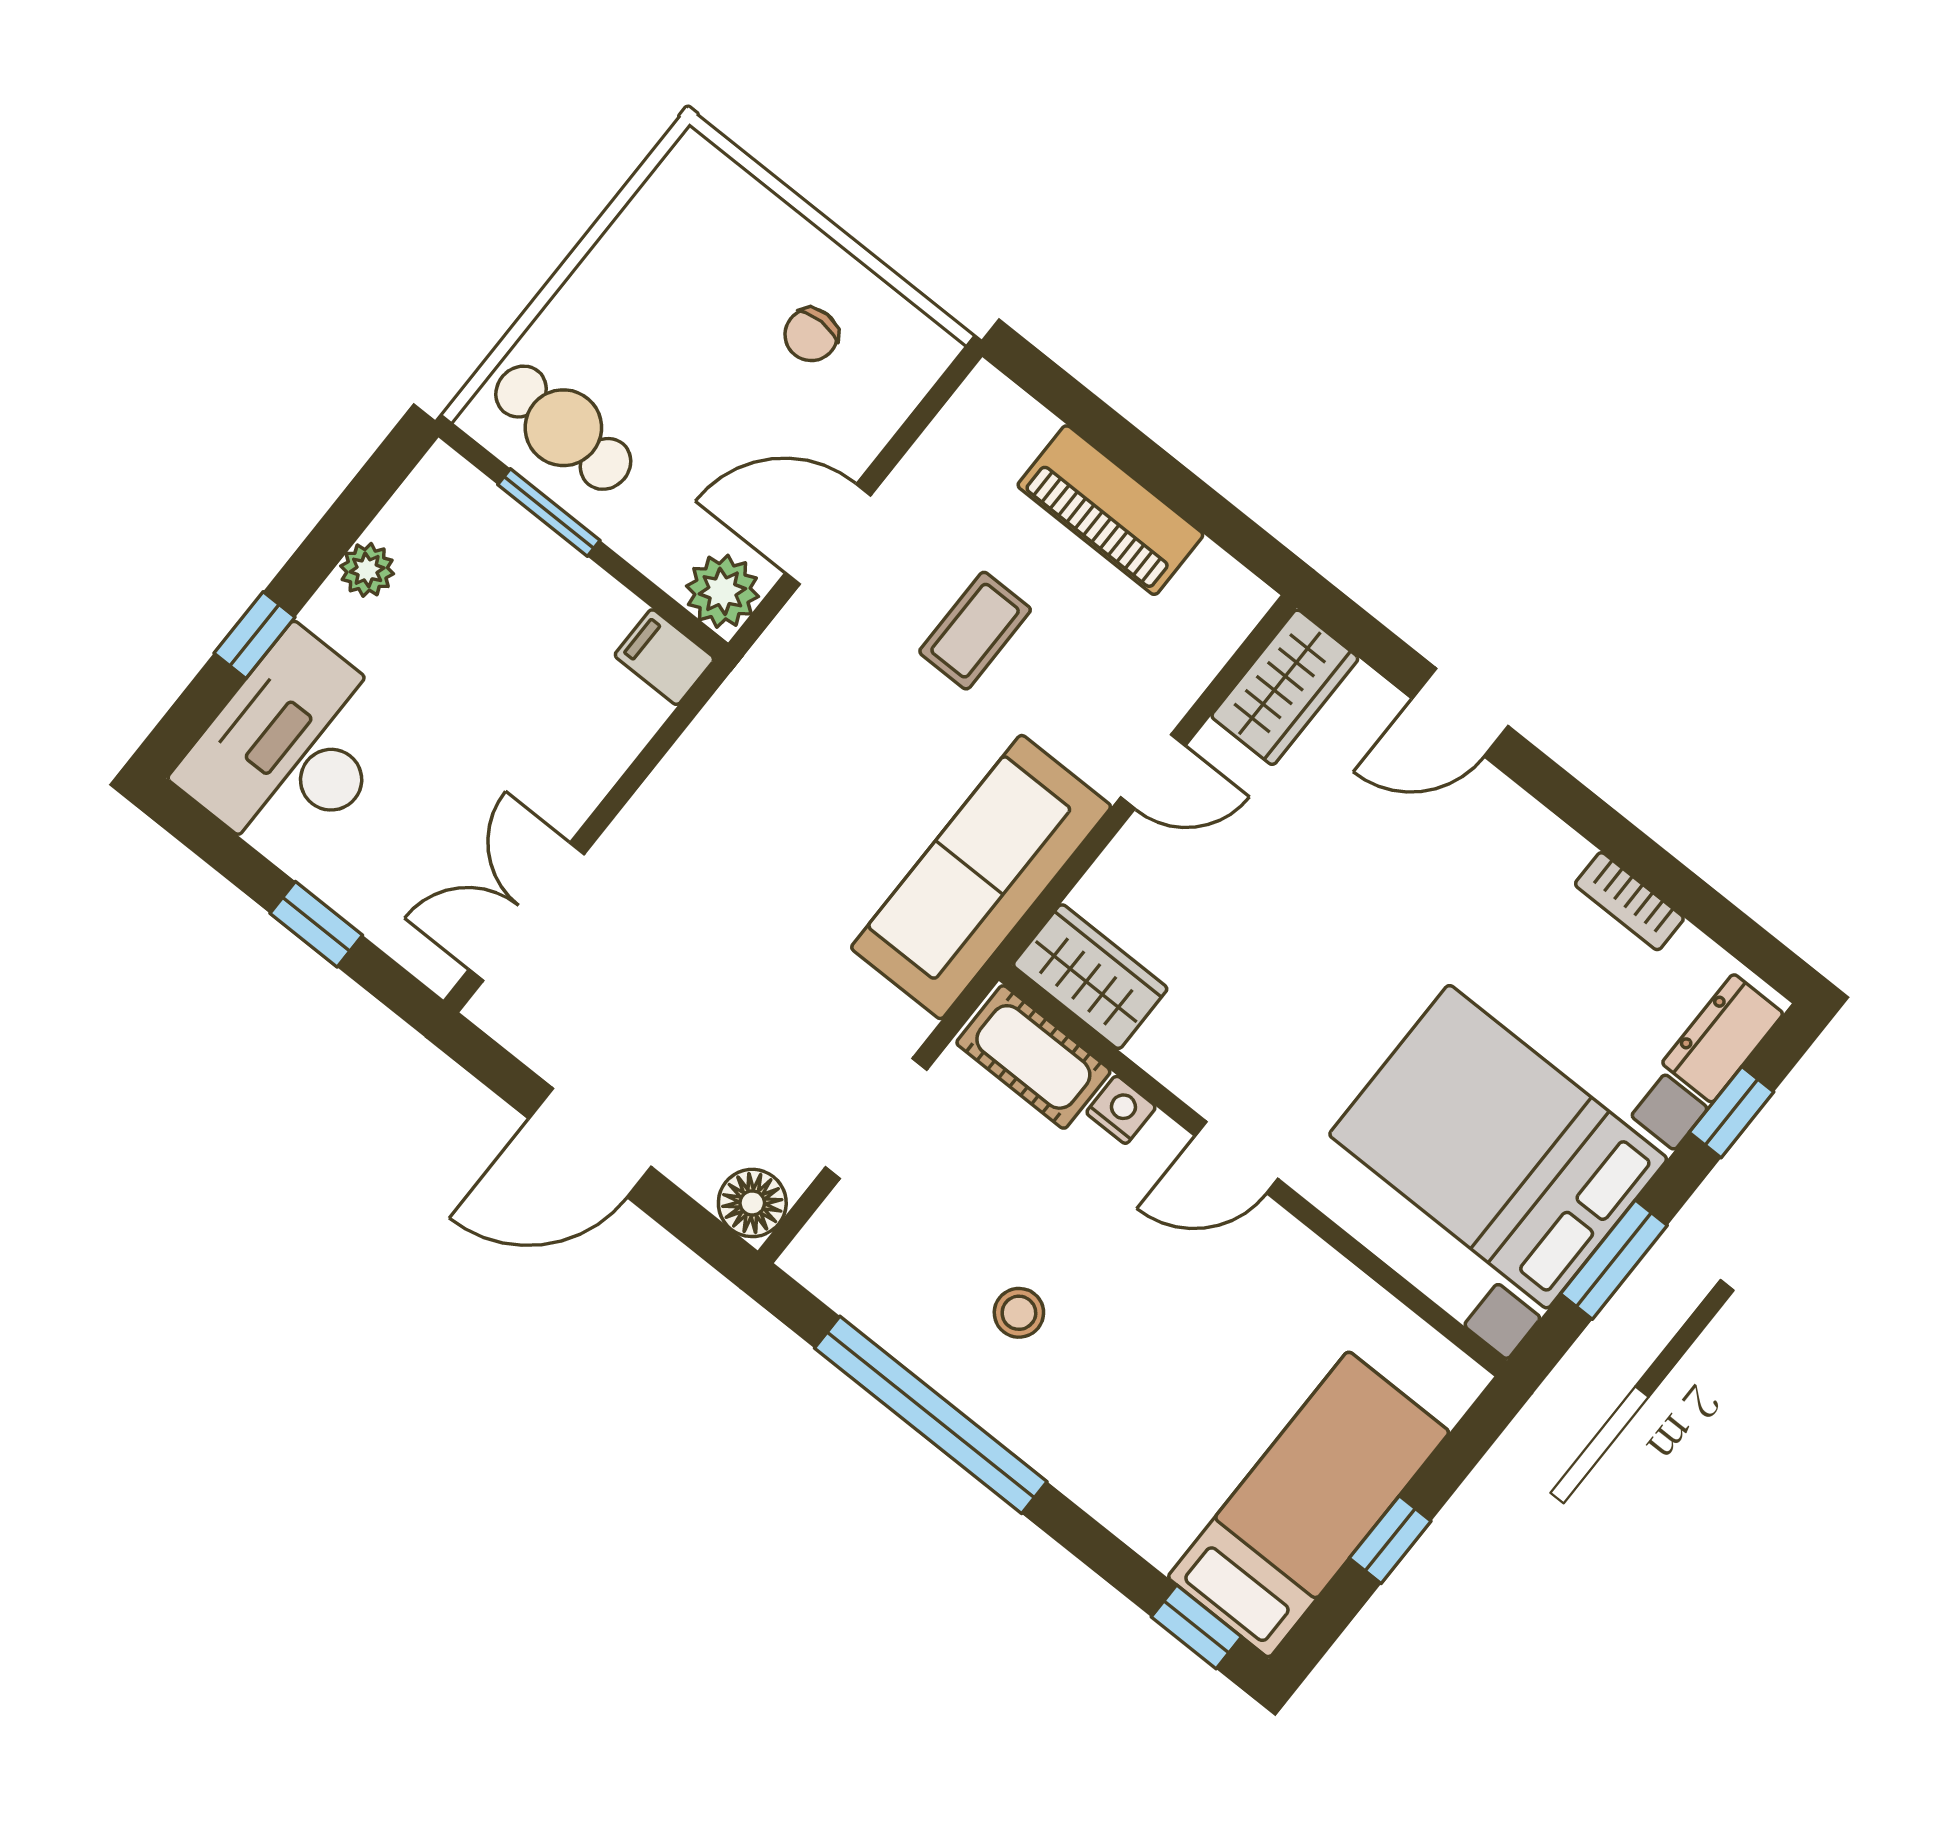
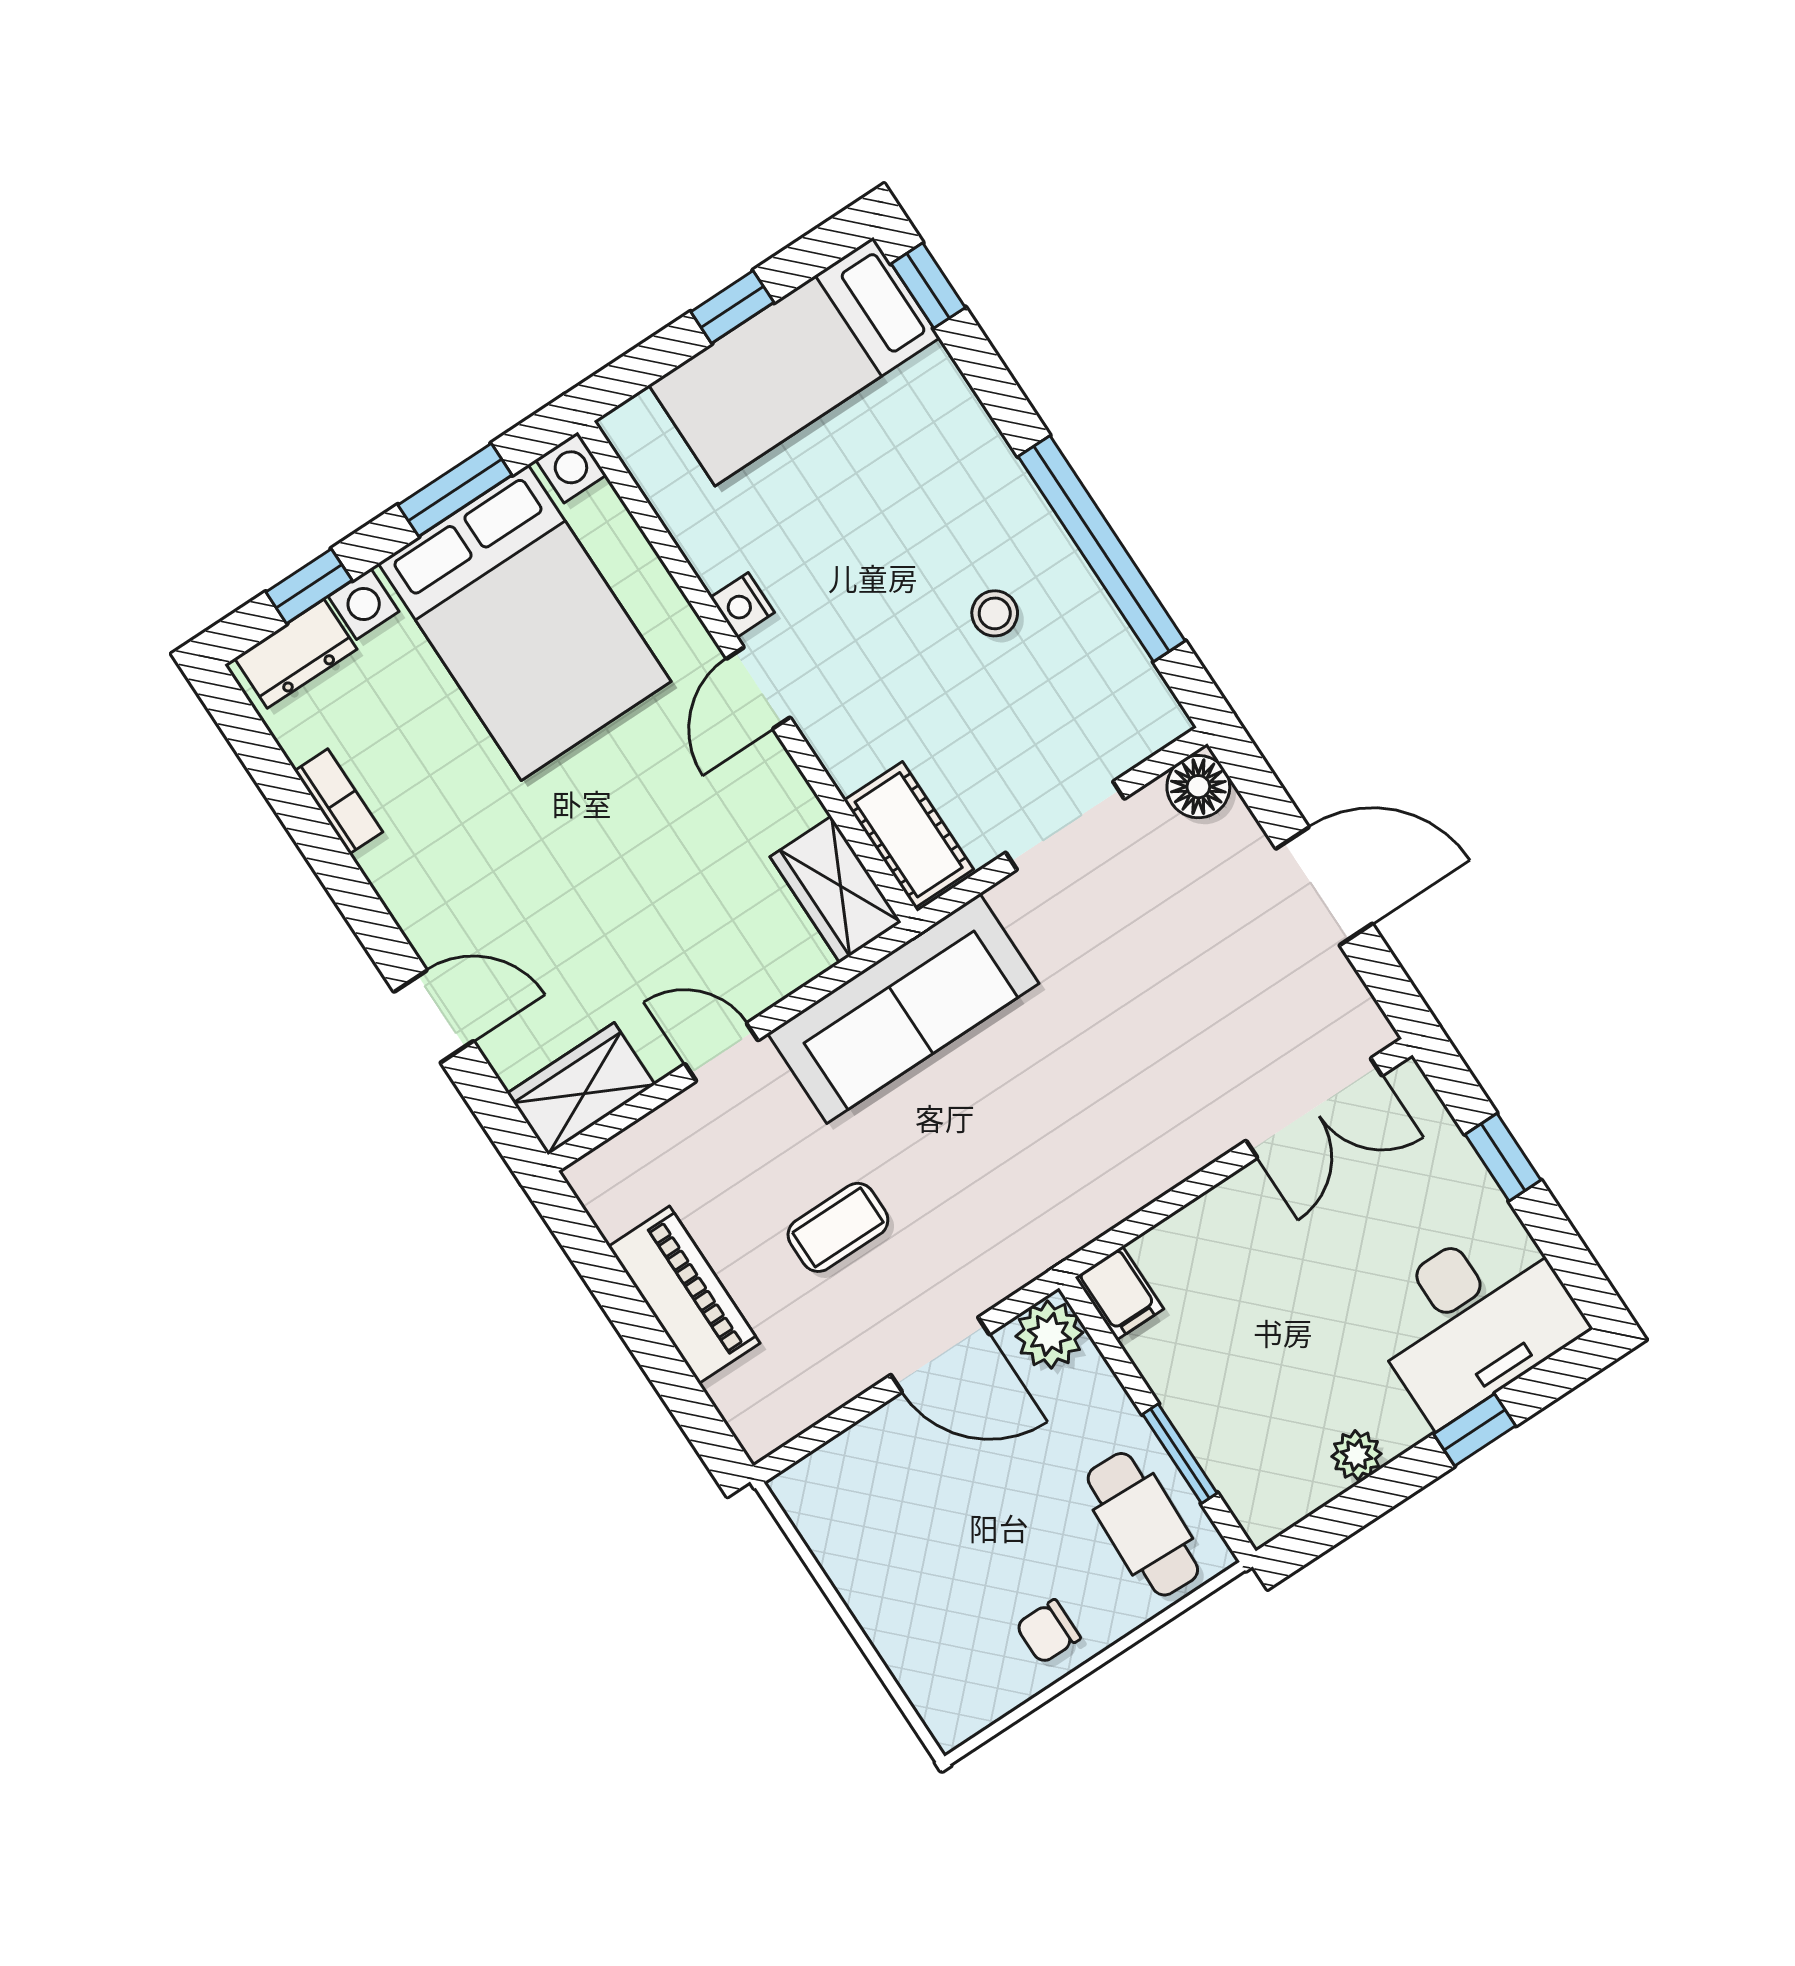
chair: (811, 335) -> (1048, 1632), moved, turned 180
nightstand: (1121, 1110) -> (742, 605), moved
door: (1237, 1157) -> (758, 688), swing flipped

